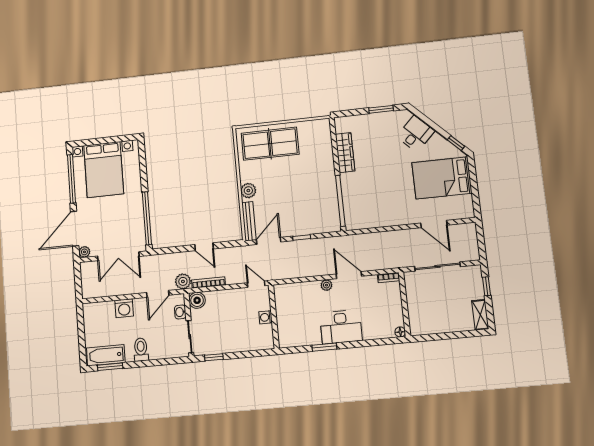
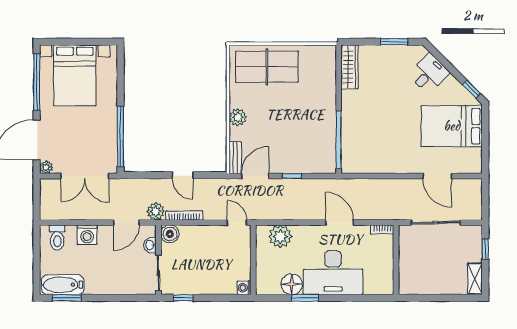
wardrobe: (345, 153) -> (349, 67), moved
bench: (249, 221) -> (235, 158), width x0.73
plant: (326, 285) -> (280, 236), moved, width x1.88, depth x1.88
washing machine: (266, 317) -> (244, 288), moved
desk: (341, 327) -> (333, 273), width x1.36, depth x1.30
floor lamp: (400, 332) -> (292, 284), moved, width x1.89, depth x1.89
toilet: (141, 350) -> (57, 238), moved, turned 180

